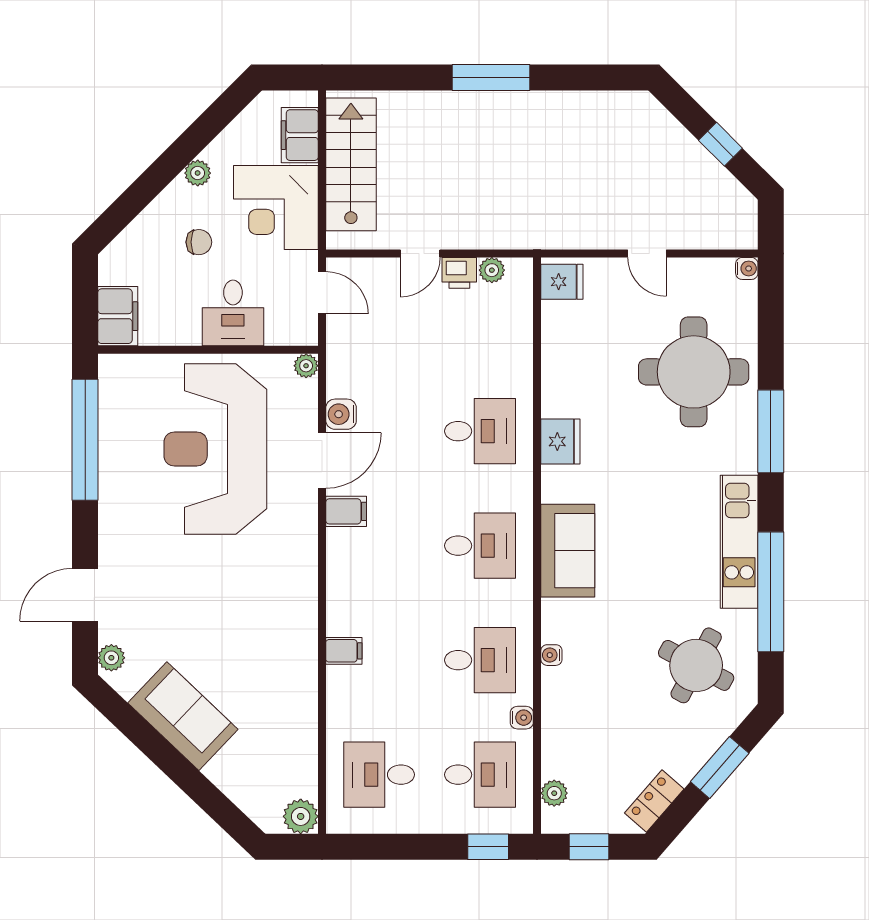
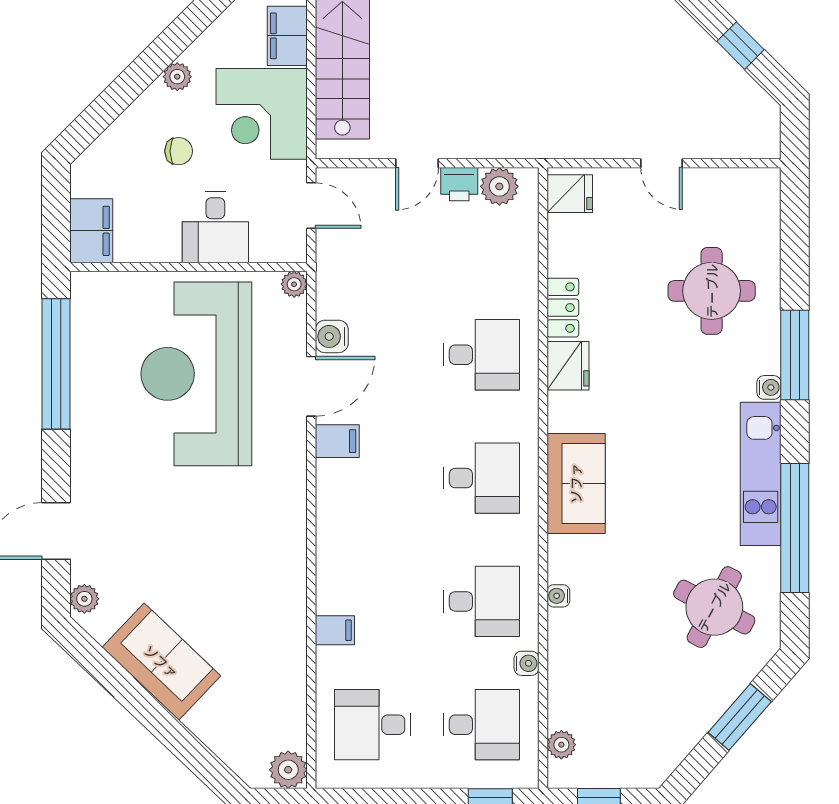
water cooler: (747, 268) -> (769, 387), moved
plant: (492, 270) -> (499, 186), width x1.38, depth x1.38
round table: (694, 372) -> (712, 291), width x0.73, depth x0.73
filing cabinet: (344, 651) -> (335, 630), moved
locker: (654, 801) -> (563, 308), moved, turned 139

